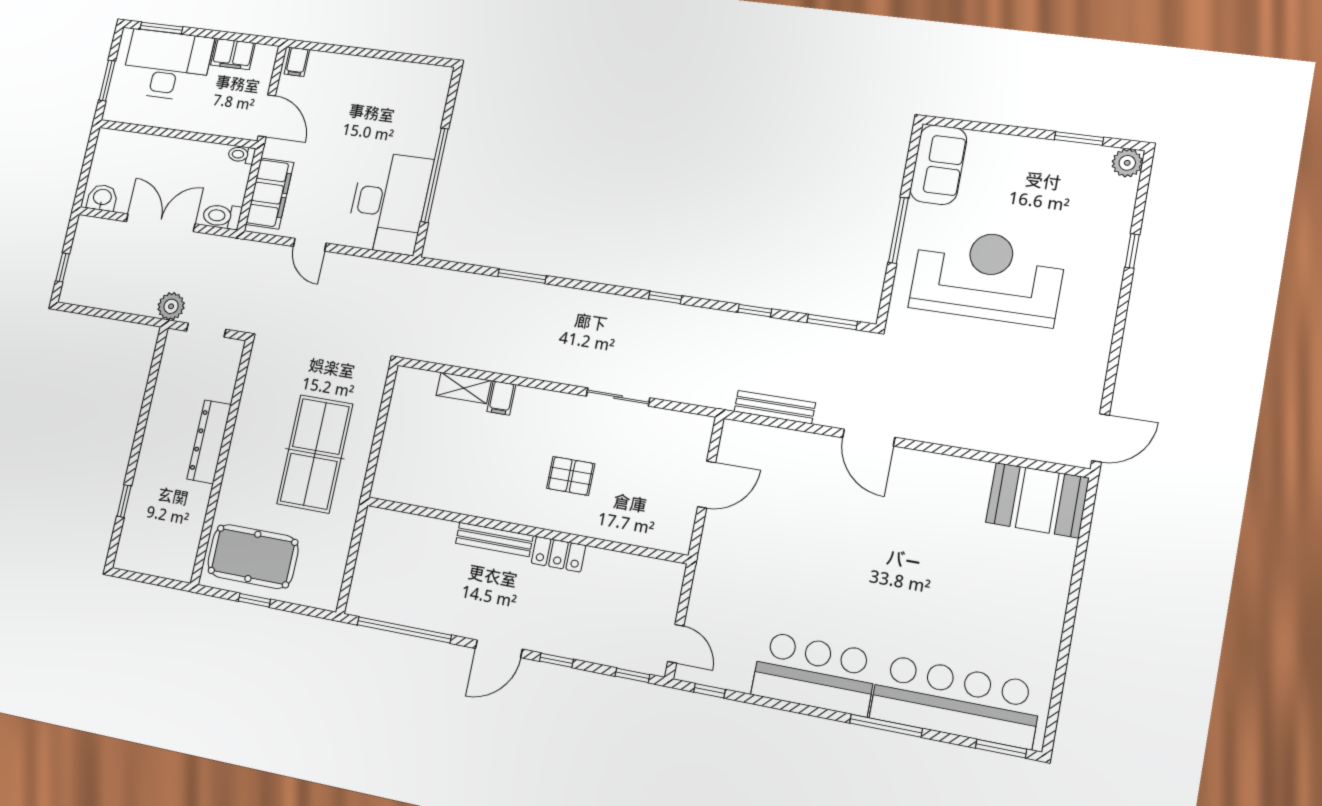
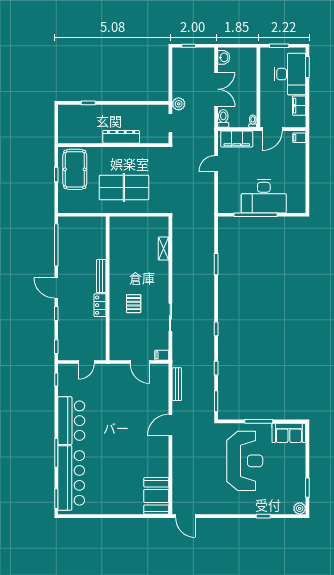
desk: (389, 203) -> (264, 196), moved
filing cabinet: (501, 398) -> (162, 355), moved
door: (676, 644) -> (86, 362), moved

